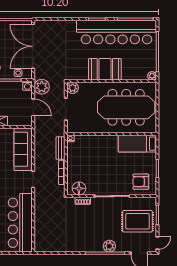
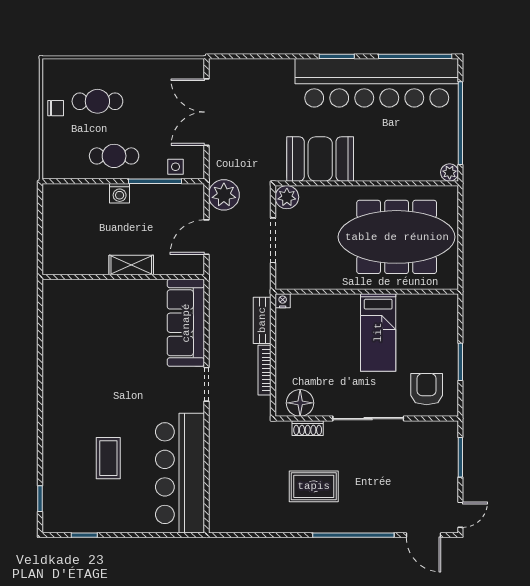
double door: (33, 46) -> (206, 112), width x0.73
booth: (105, 69) -> (320, 159), moved
washing machine: (28, 86) -> (195, 193), removed
door: (33, 107) -> (206, 237), swing flipped
bed: (137, 144) -> (378, 332), moved, turned -90
armchair: (141, 182) -> (427, 389), turned 90
rug: (137, 221) -> (314, 486), moved, width x0.73, depth x0.70
plant: (109, 246) -> (362, 521), removed

